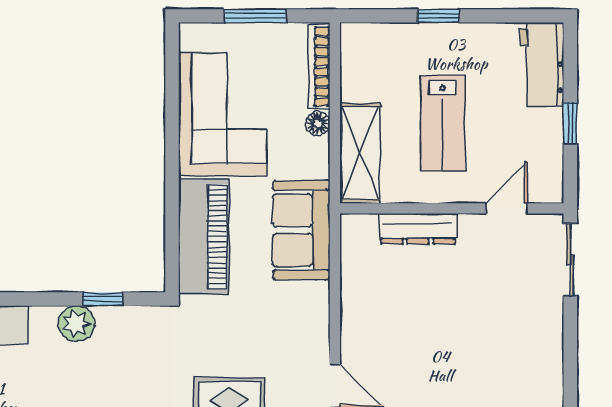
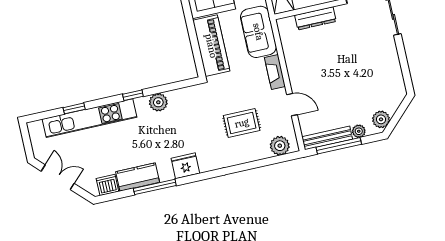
window: (103, 299) -> (133, 95), moved
fireplace: (316, 315) -> (275, 72), added

